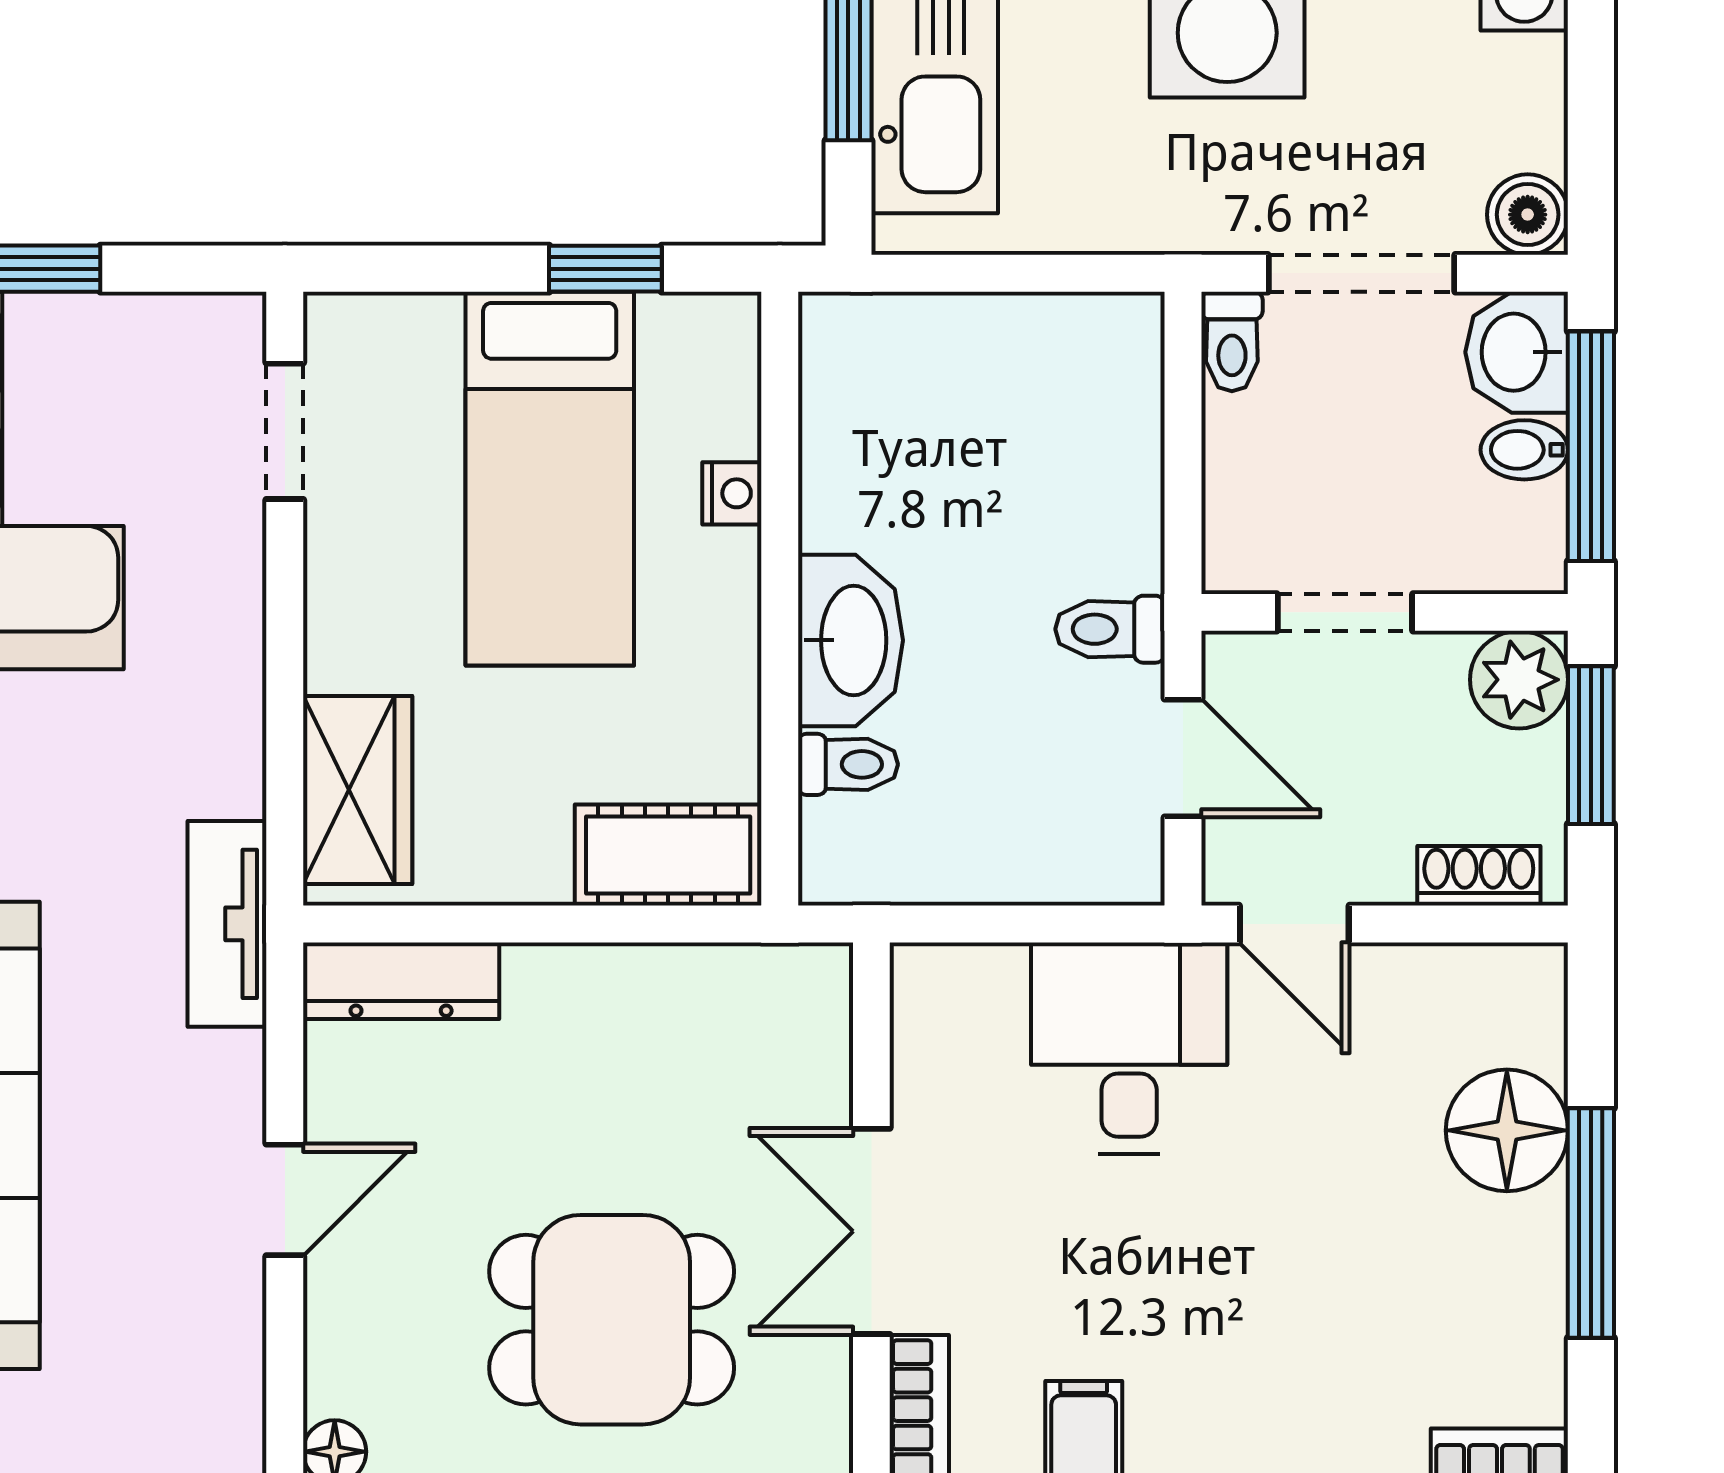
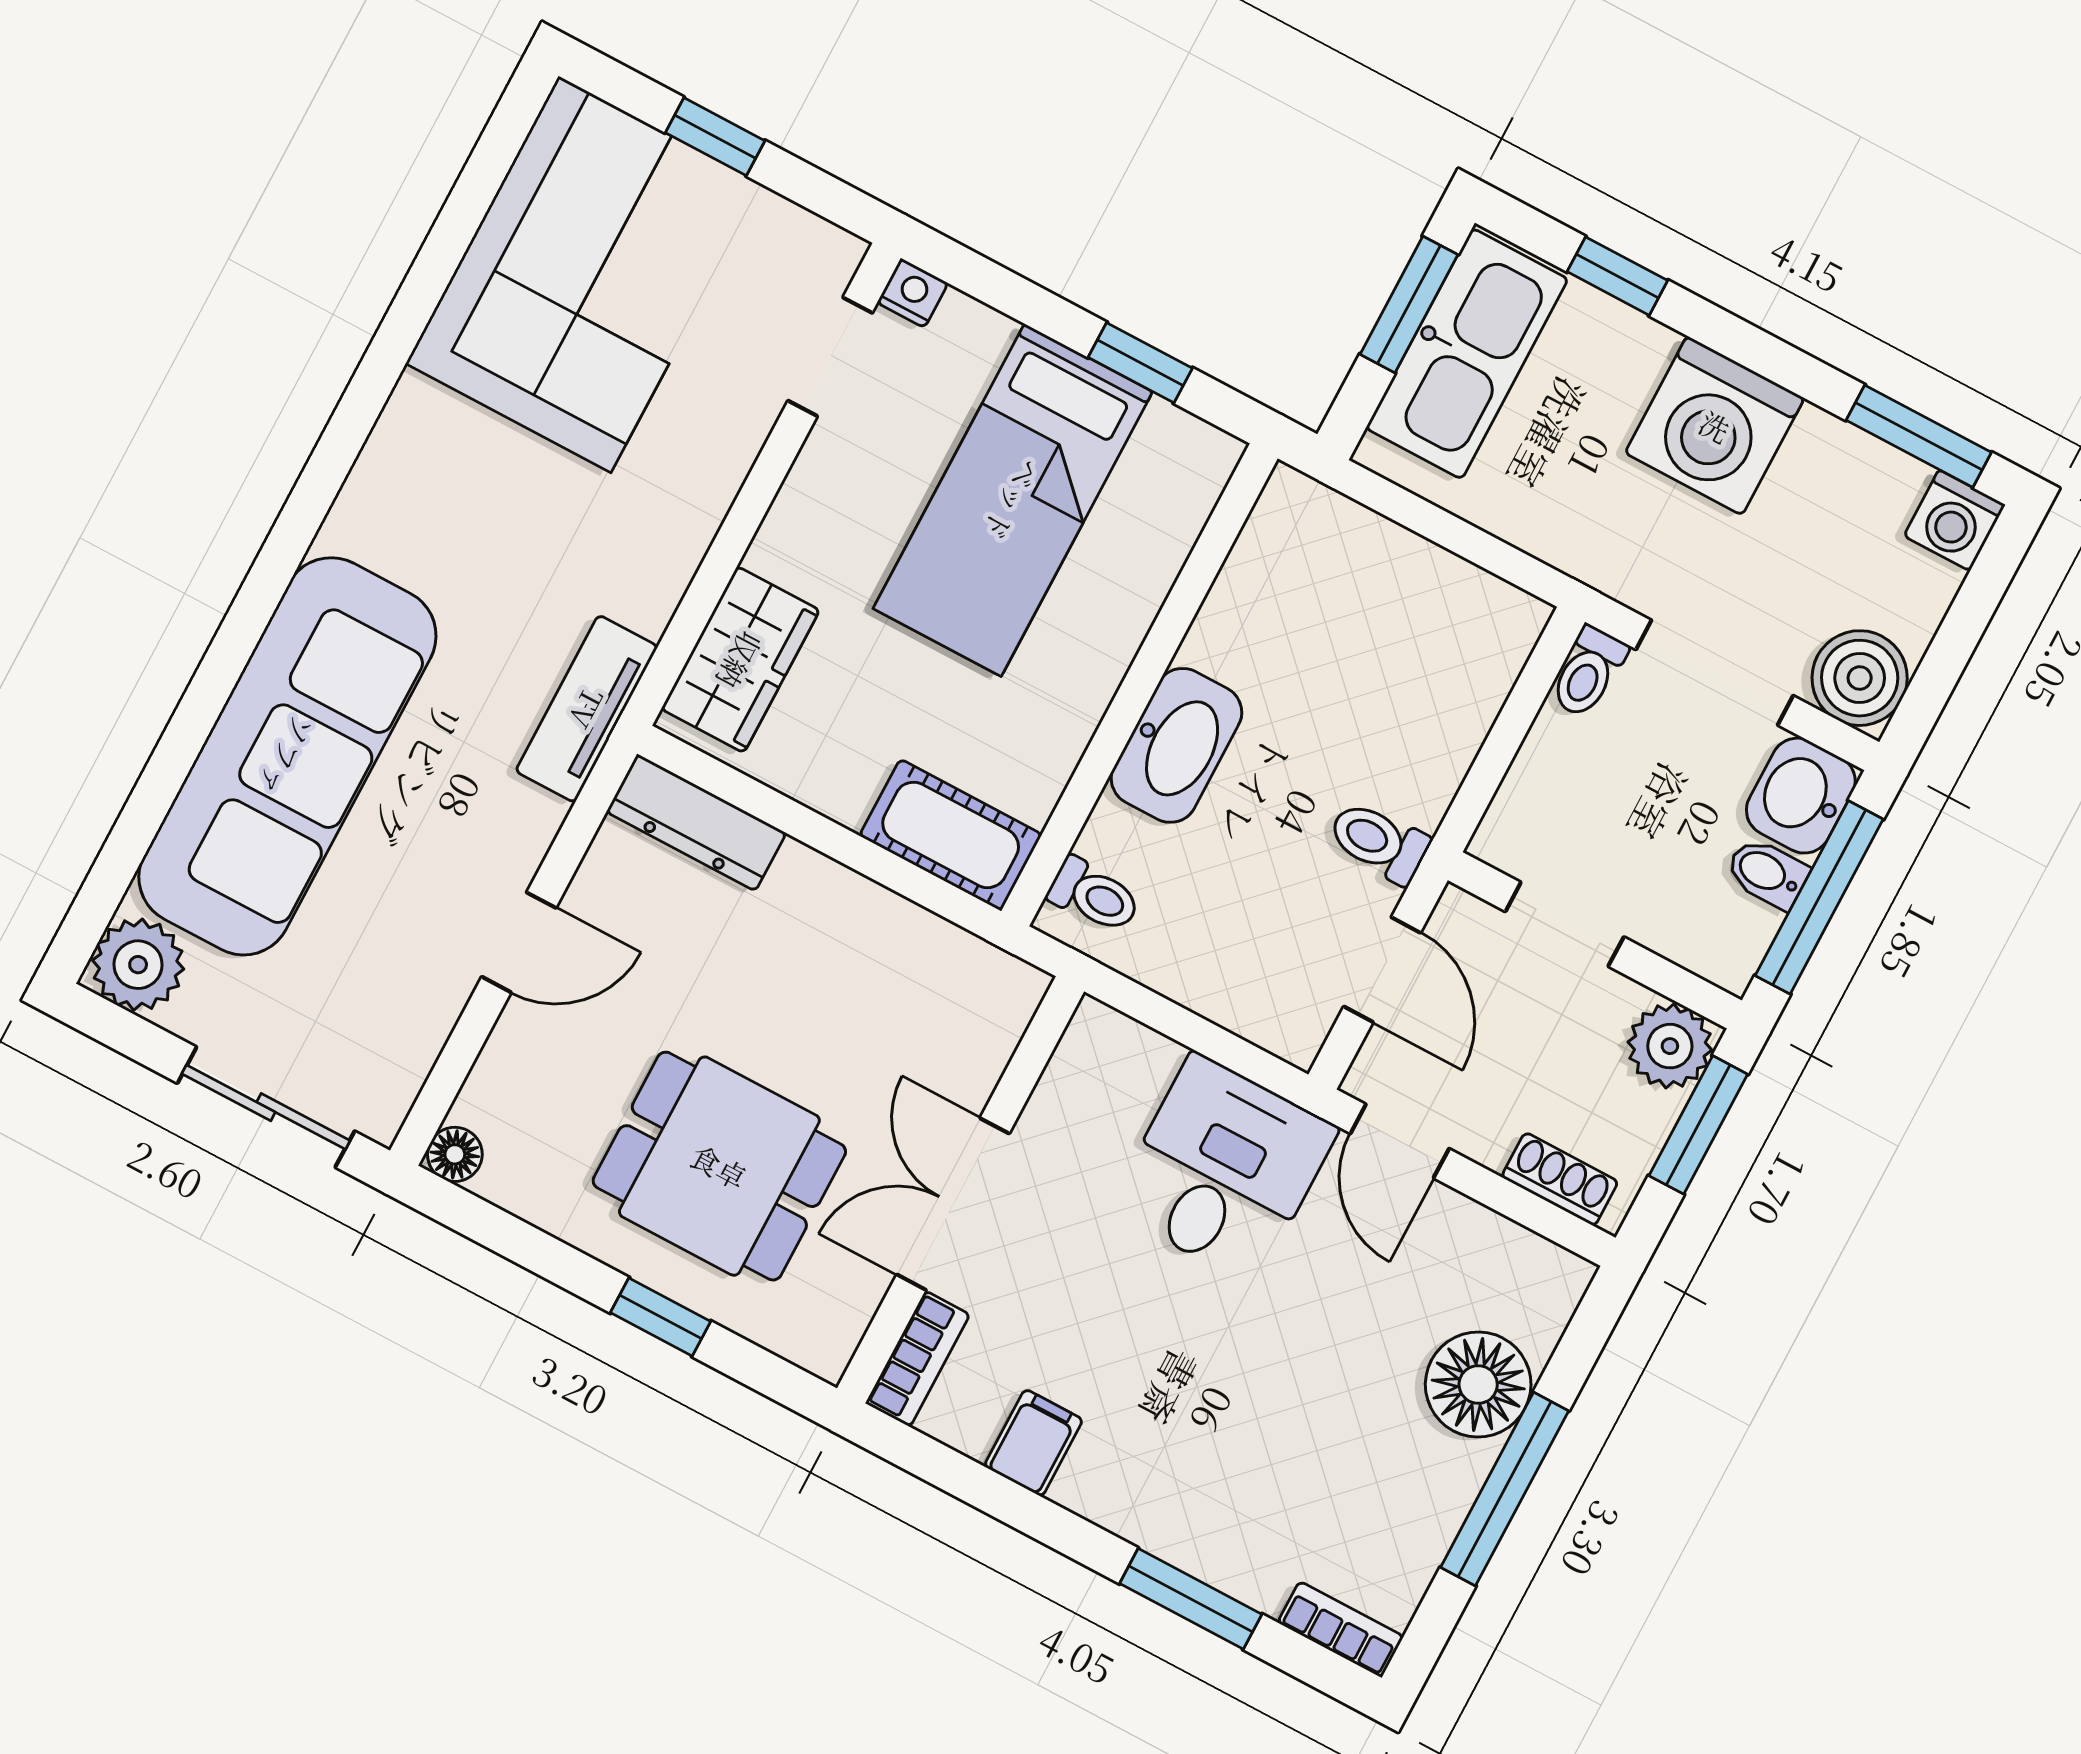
boiler: (1528, 215) -> (1860, 678), width x1.36, depth x1.36
nightstand: (732, 493) -> (913, 293), moved, turned -90
toilet: (848, 764) -> (1094, 895), moved

